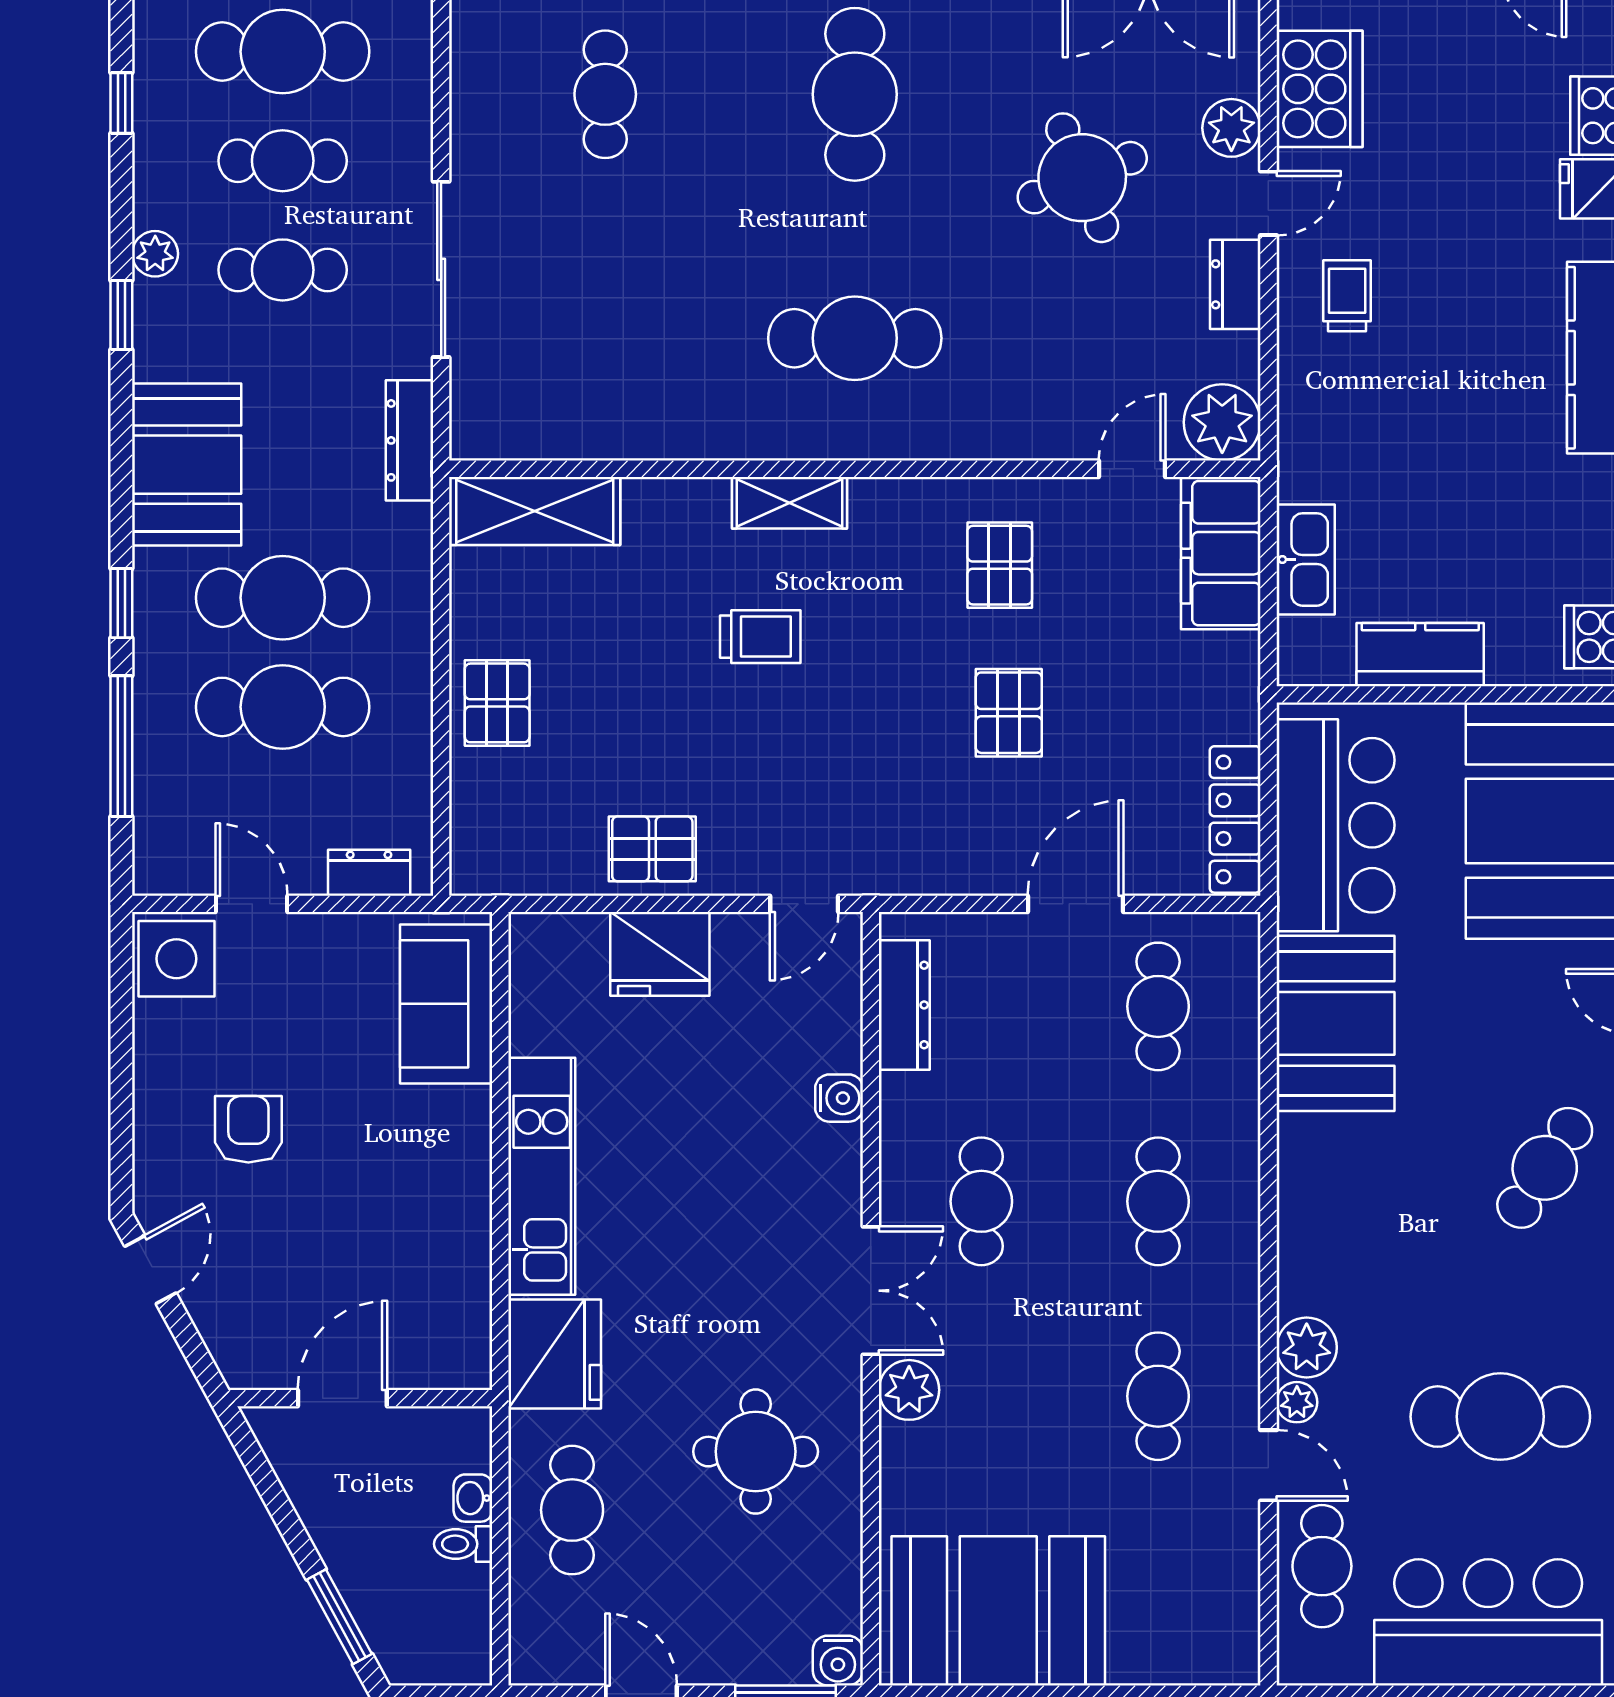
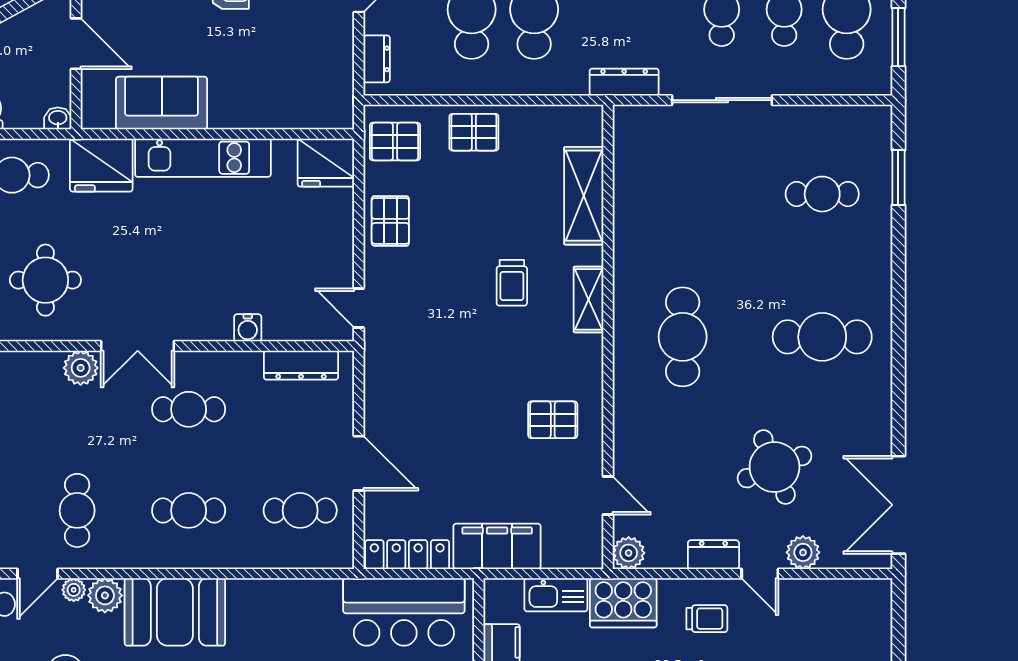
cooker: (1319, 89) -> (623, 603), moved
plant: (1222, 422) -> (629, 553), width x0.73, depth x0.73
shelving: (535, 511) -> (584, 196), moved
filing cabinet: (1221, 553) -> (497, 546), moved
pallet: (1009, 713) -> (395, 141), moved
fridge: (660, 954) -> (326, 163), moved, turned -90
sofa: (446, 1004) -> (162, 103), moved
booth: (1335, 1023) -> (175, 612), moved
cafe table: (1158, 1396) -> (77, 510), turned 90
washbasin: (473, 1498) -> (58, 118), moved

